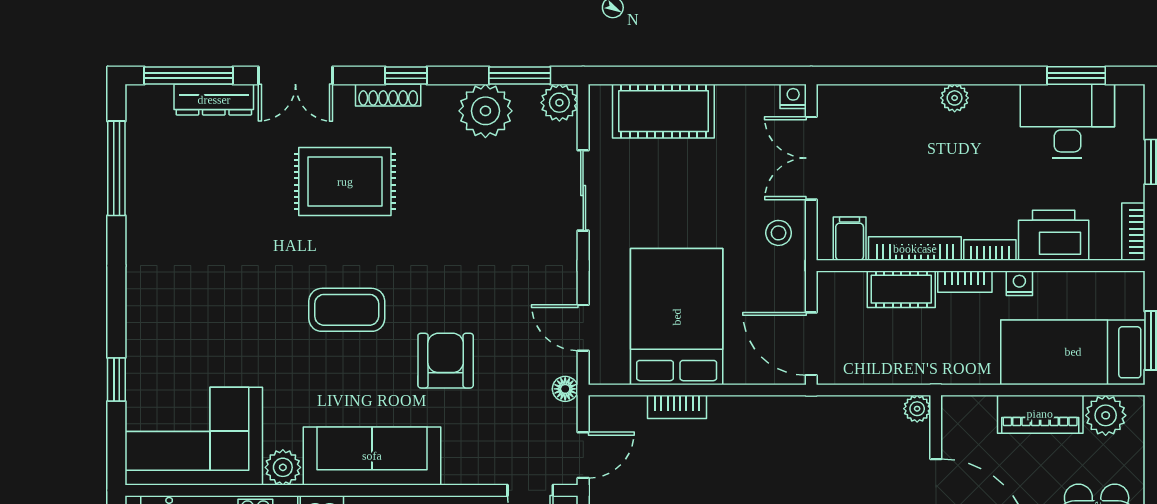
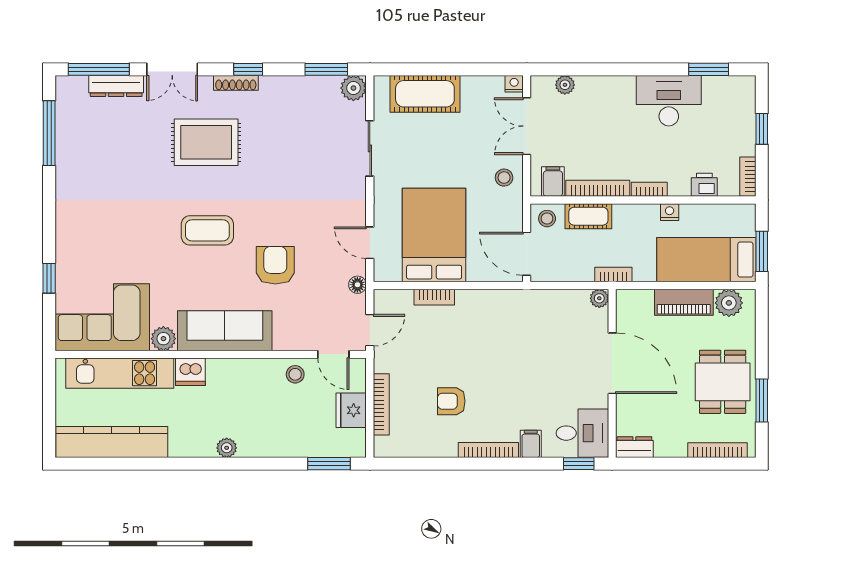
plant: (955, 98) -> (565, 85), moved
plant: (485, 111) -> (303, 94), removed
desk: (1067, 121) -> (669, 101), moved
printer: (1054, 235) -> (704, 185), width x0.53, depth x0.68
bookcase: (965, 282) -> (613, 275), moved, turned 180
stool: (841, 293) -> (547, 219), added

